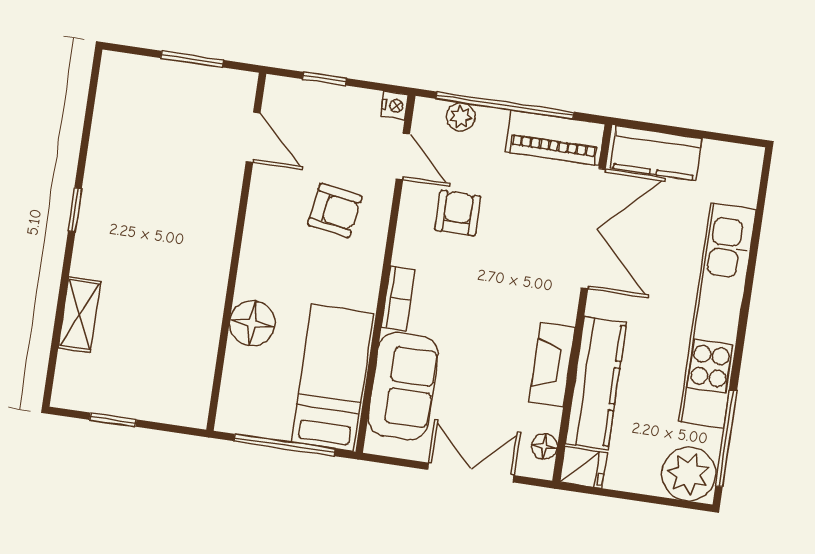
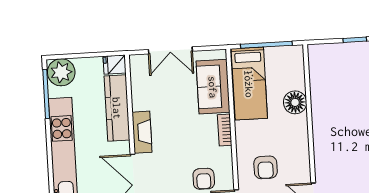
armchair: (335, 210) -> (266, 167), turned -99
fireplace: (552, 365) -> (142, 132), moved
floor lamp: (544, 446) -> (136, 71), removed

